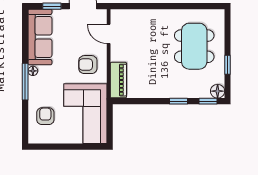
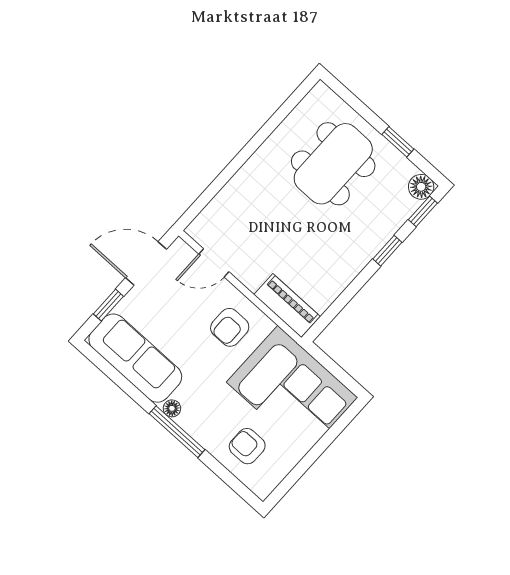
dining table: (194, 46) -> (333, 164), turned 90

